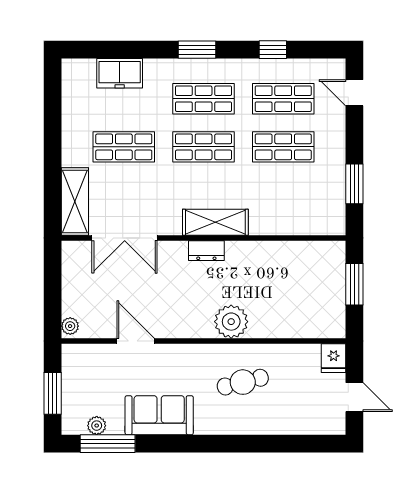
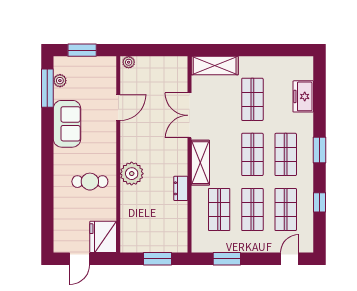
shop shelf: (283, 195) -> (219, 210), added
double door: (125, 238) -> (190, 115), moved
dresser: (206, 251) -> (181, 188), moved
fridge: (334, 358) -> (103, 237), width x1.88, depth x1.34
cafe table: (243, 382) -> (90, 182), turned -76

